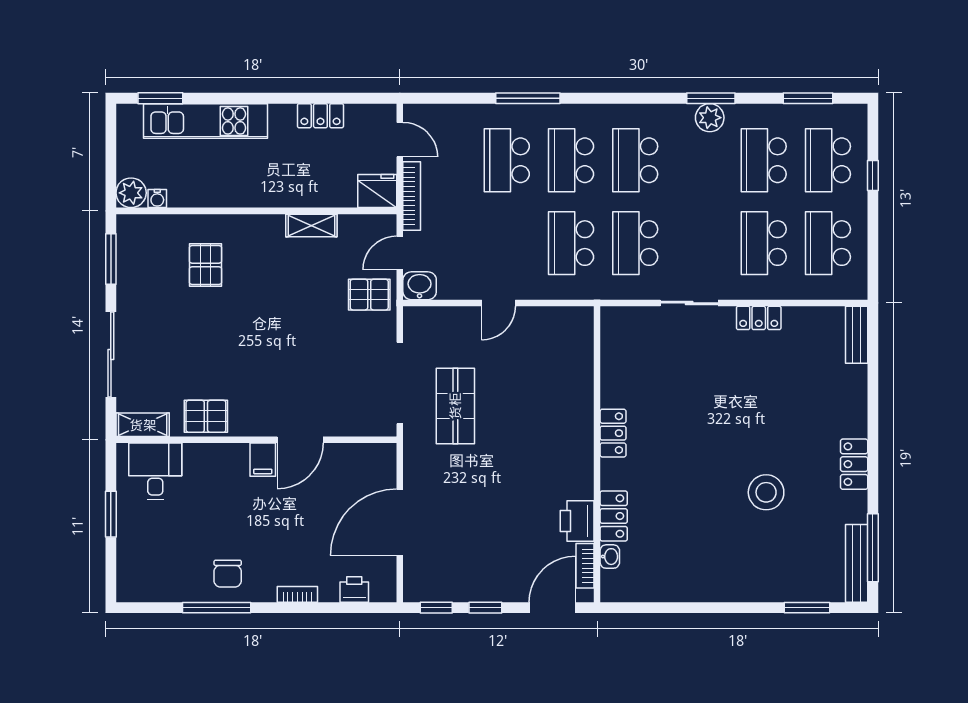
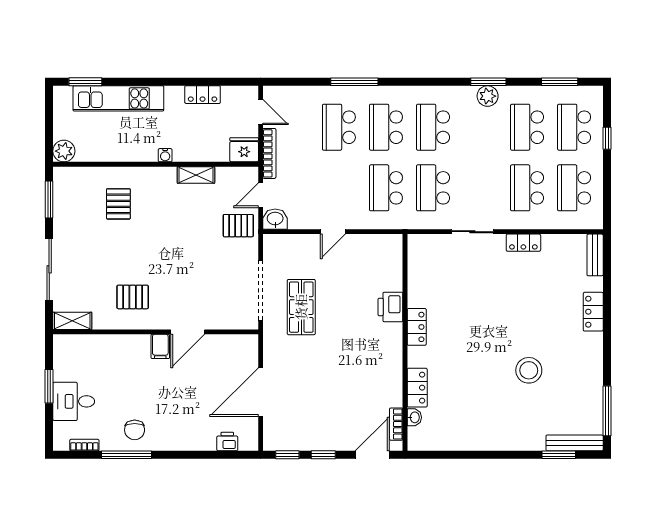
water cooler: (157, 199) -> (165, 155), moved
pallet: (206, 416) -> (133, 297), moved
locker: (854, 464) -> (593, 312), moved
desk: (155, 471) -> (74, 401), moved, turned -90
printer: (577, 521) -> (390, 307), moved
bench: (857, 563) -> (575, 443), moved, turned 90
bookcase: (297, 594) -> (84, 445), moved

